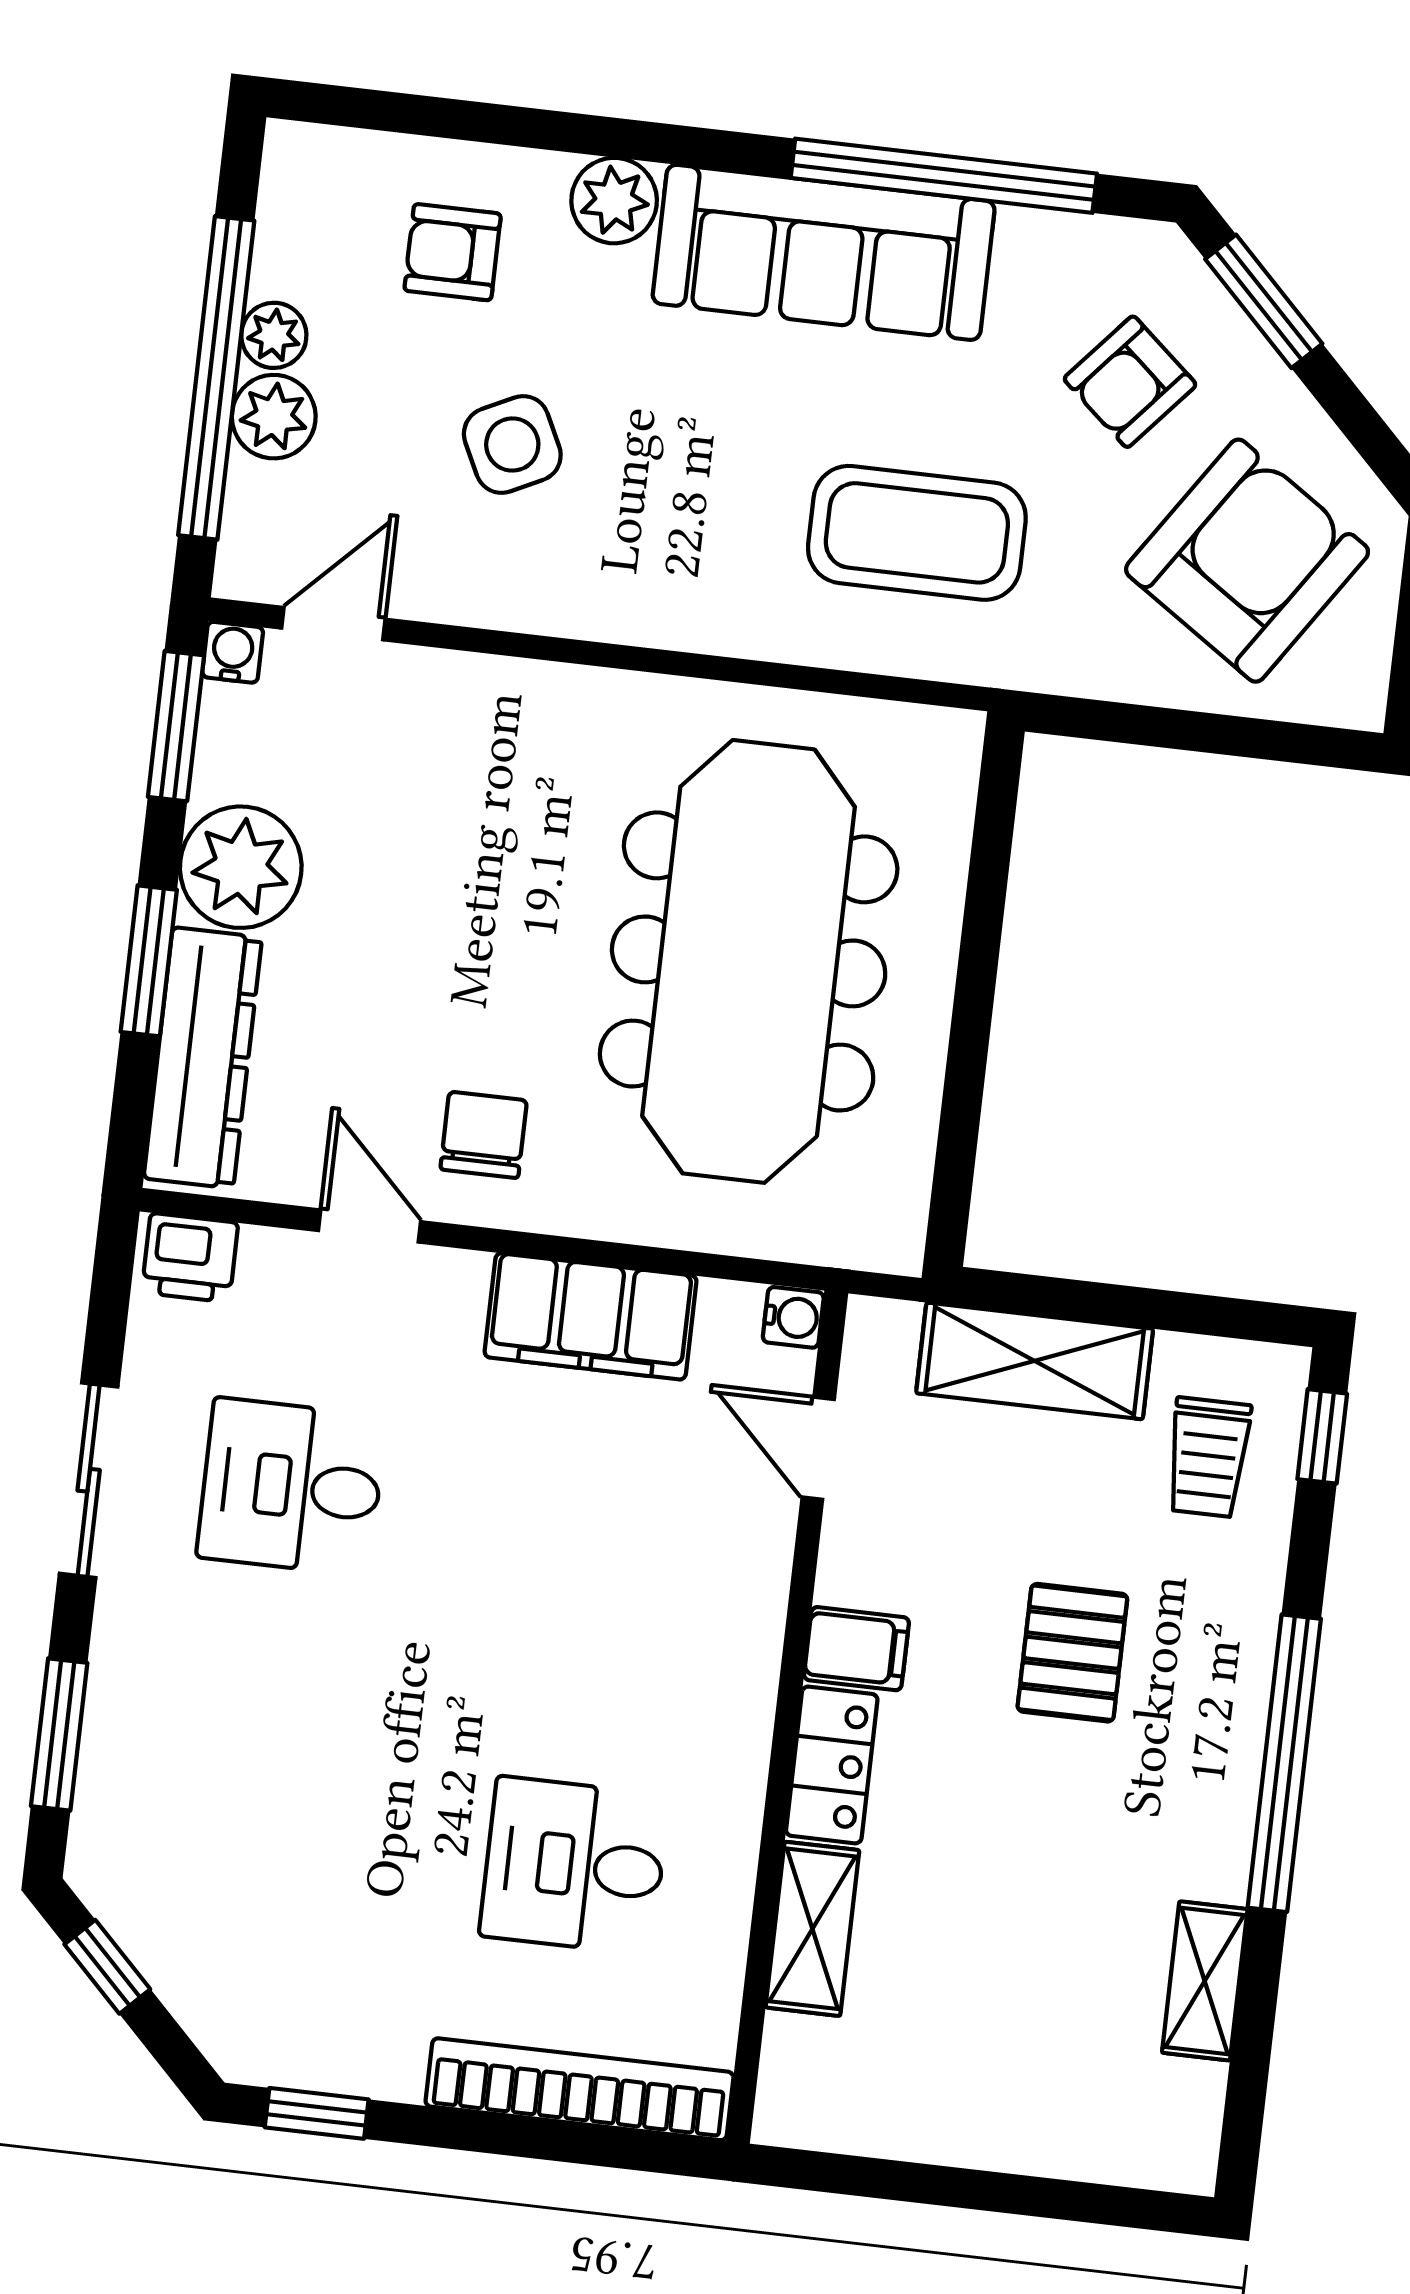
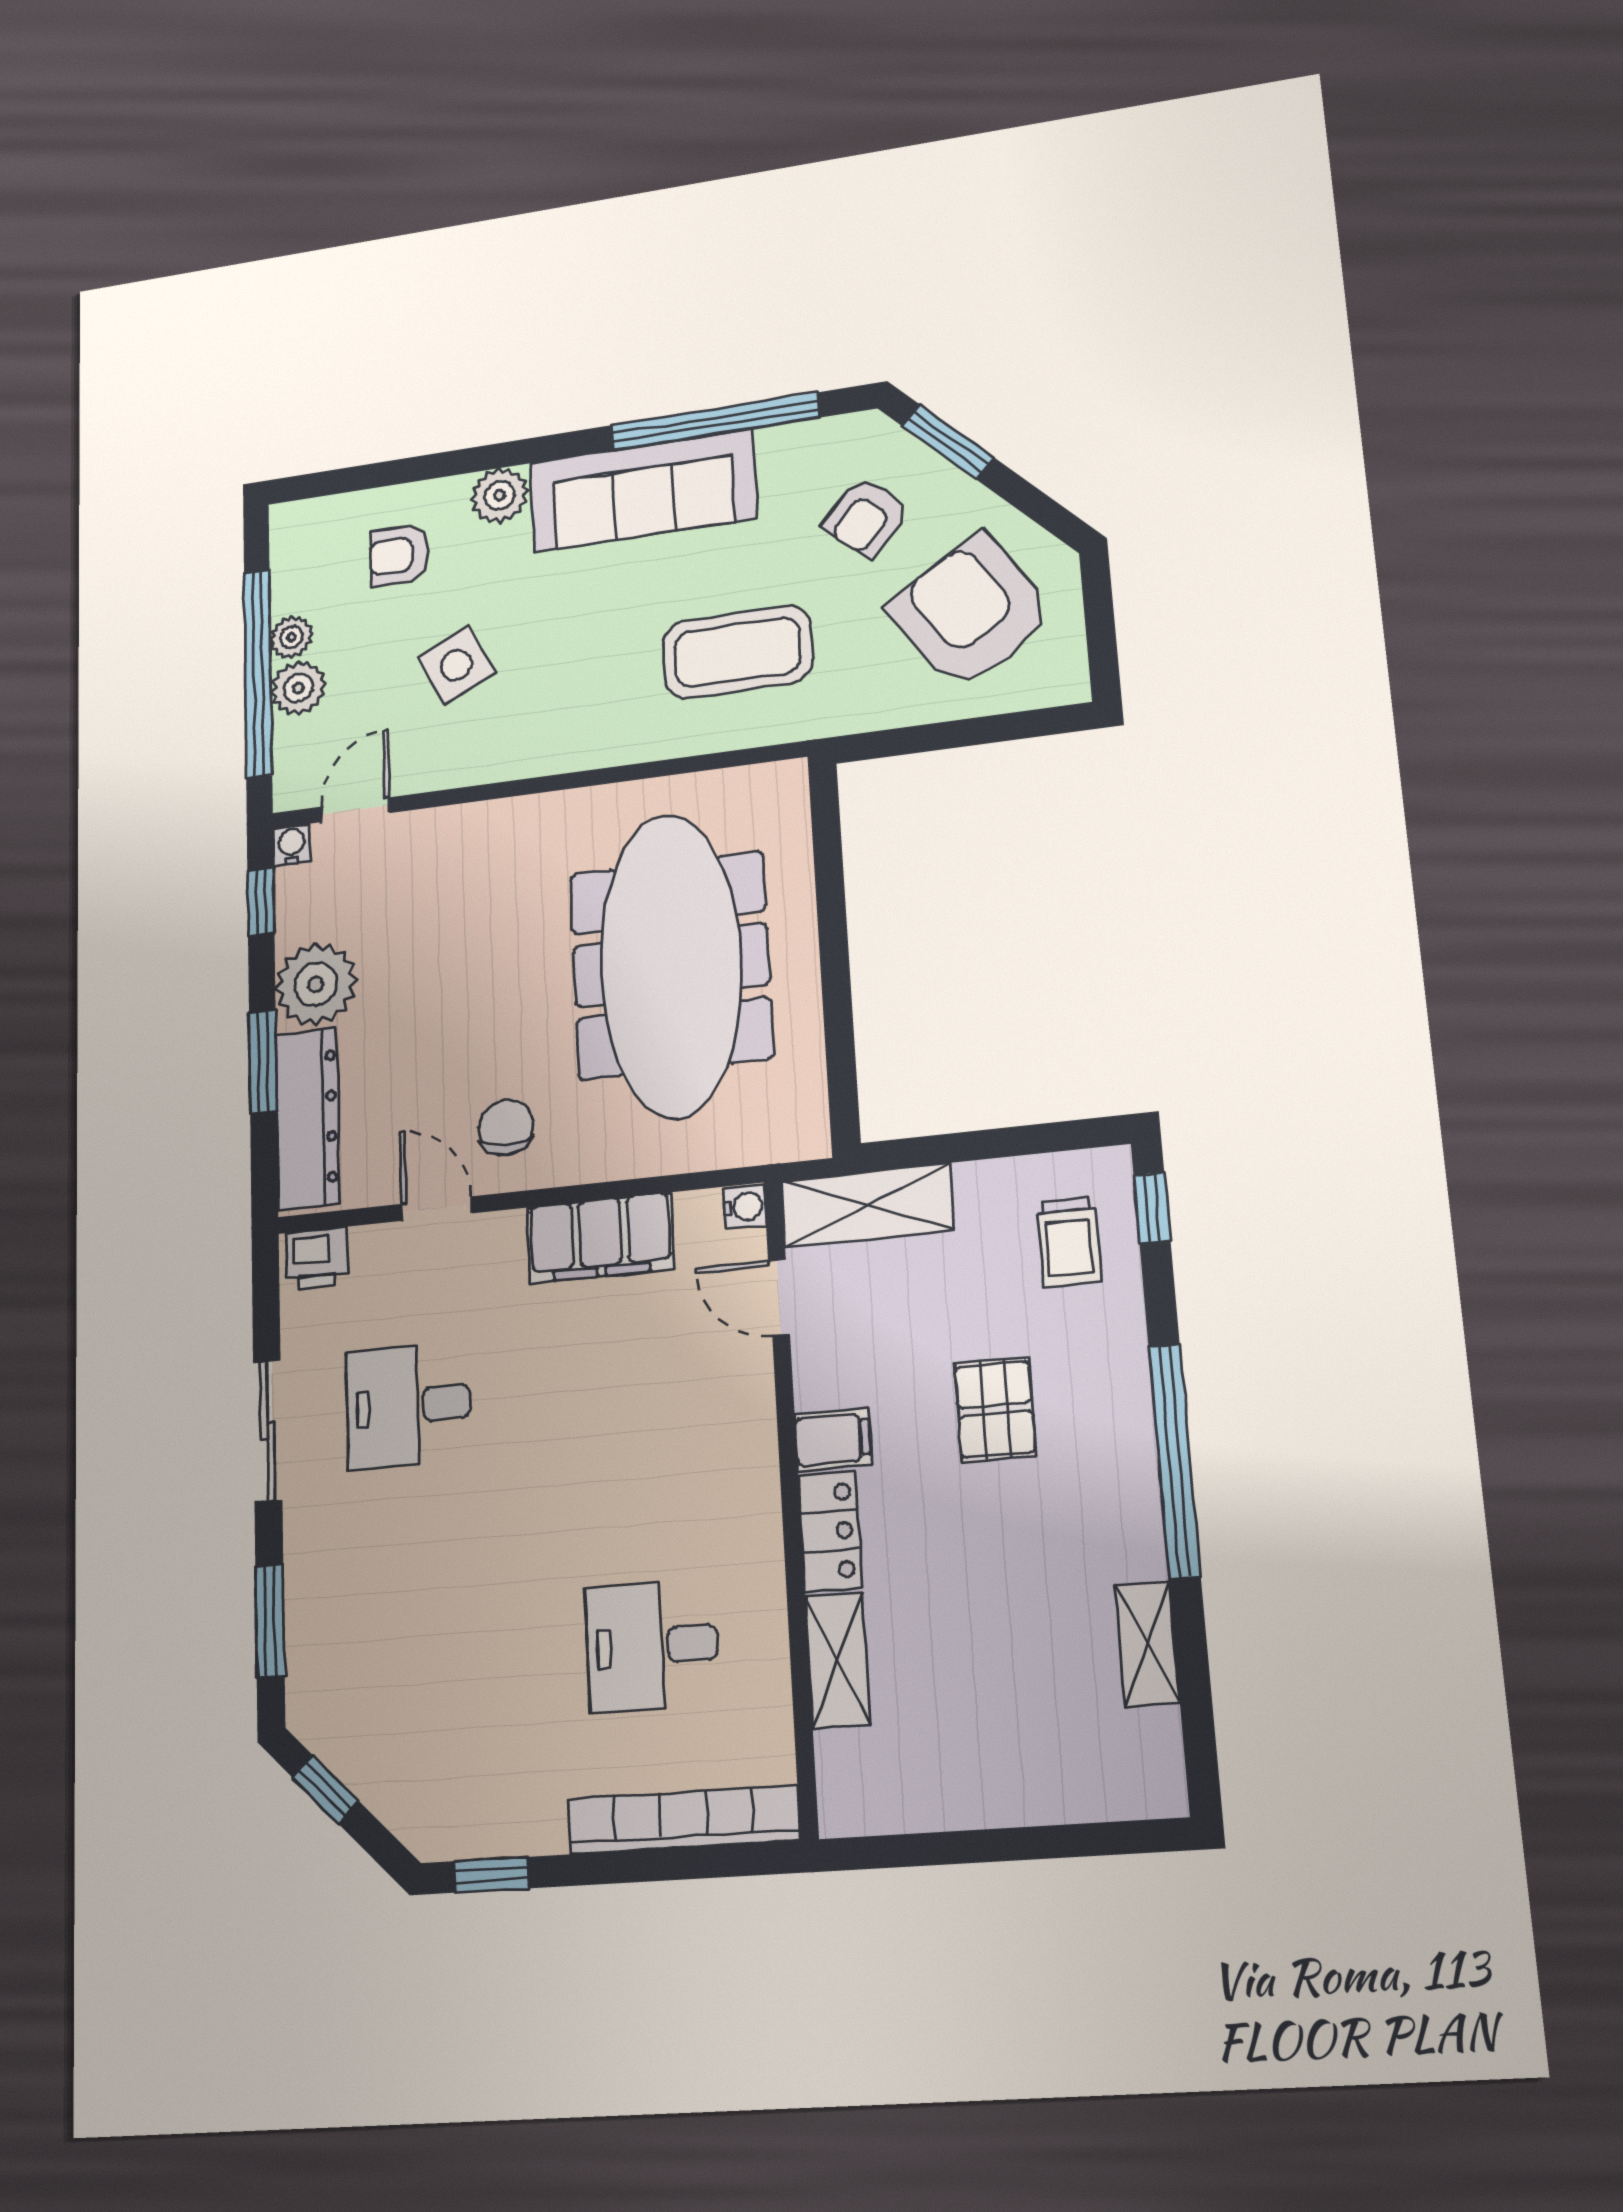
armchair: (1247, 561) -> (971, 612), turned -67
window: (176, 726) -> (261, 902), width x0.67
shelving: (1035, 1361) -> (867, 1205), moved

